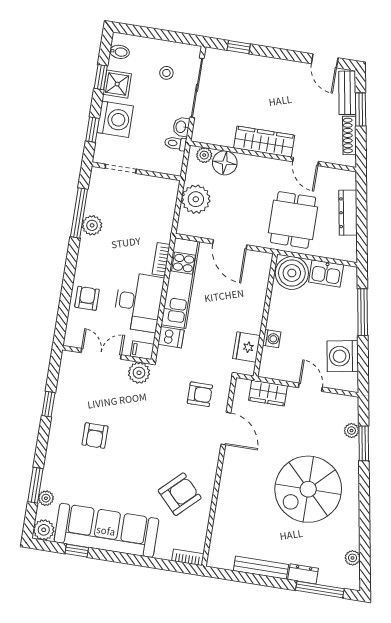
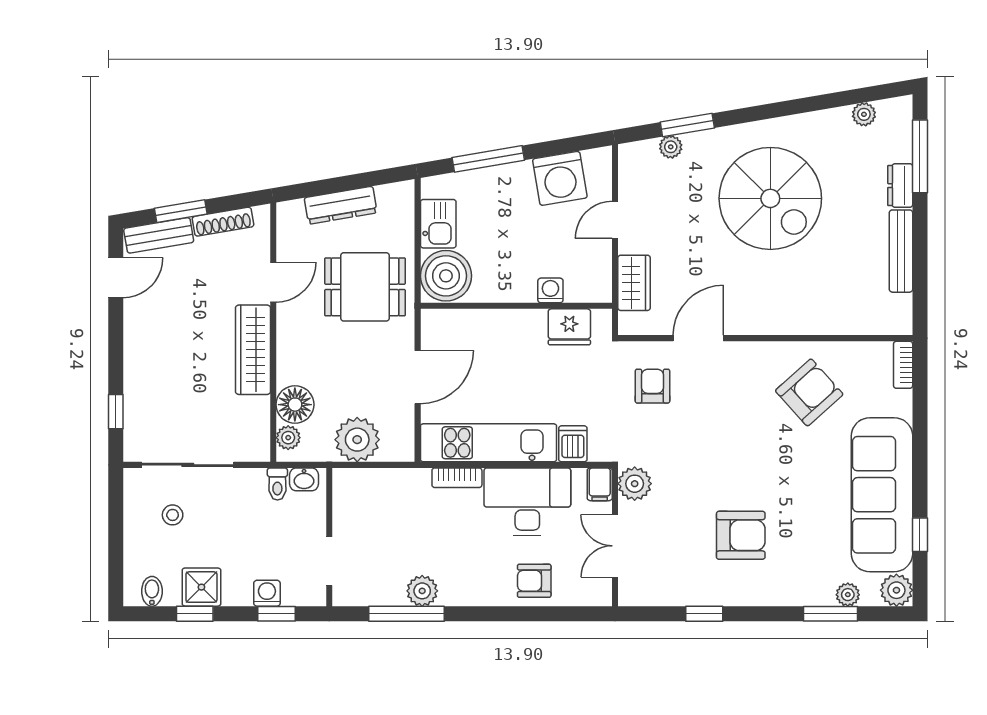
washing machine: (115, 119) -> (267, 593), width x0.53, depth x0.53
washbasin: (181, 127) -> (304, 479), moved
armchair: (95, 436) -> (741, 535), width x1.38, depth x1.38
armchair: (180, 494) -> (809, 392), turned 92

